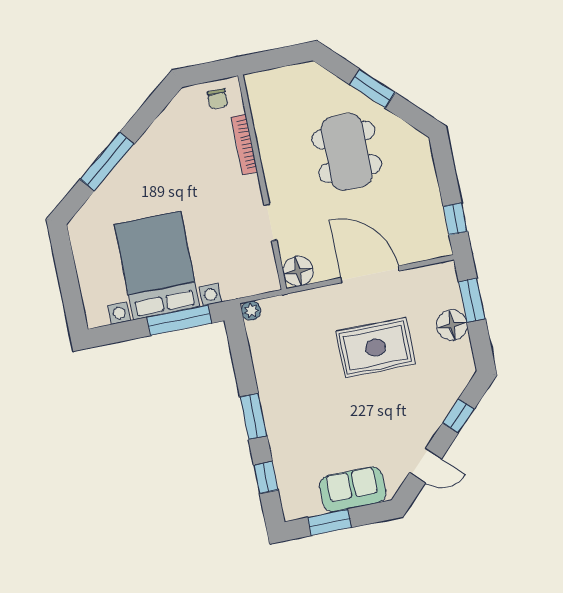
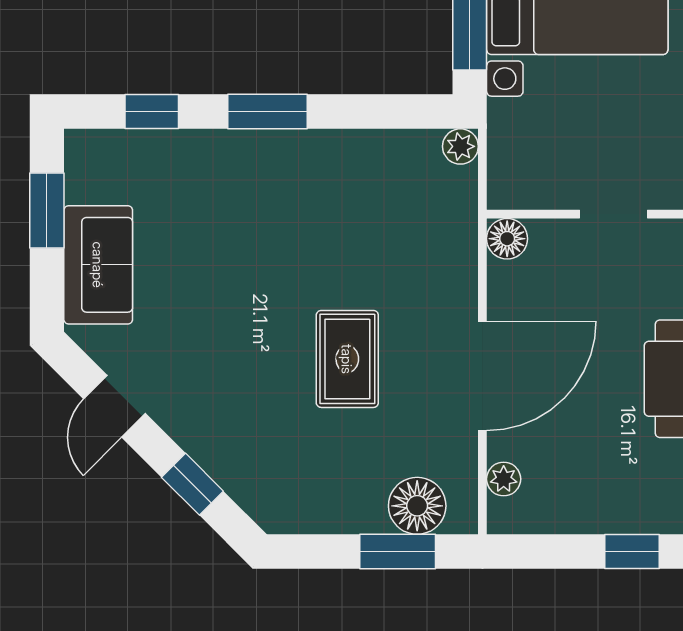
window: (455, 219) -> (632, 551), moved
plant: (422, 252) -> (504, 479), added
floor lamp: (298, 271) -> (507, 239), width x0.73, depth x0.73
floor lamp: (452, 325) -> (417, 506), moved
rug: (376, 348) -> (347, 359), width x0.73, depth x0.70

